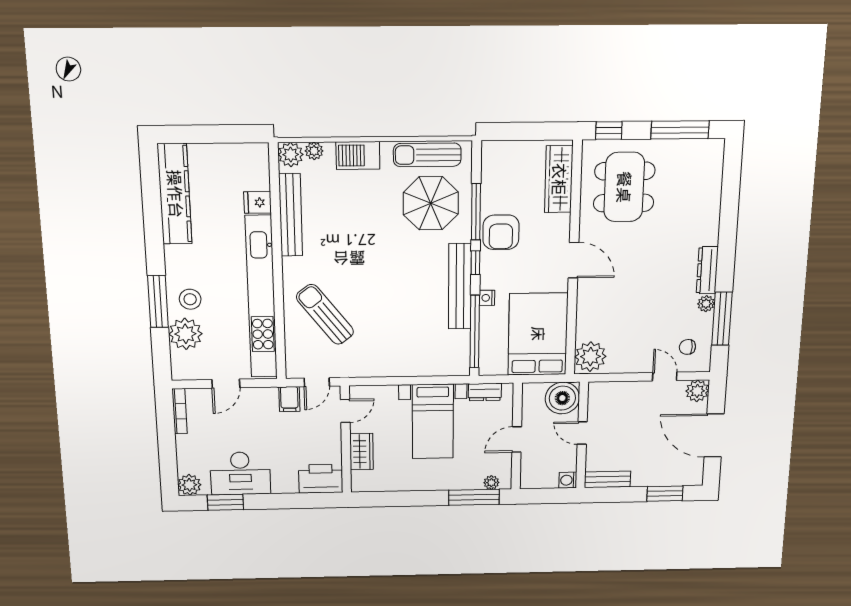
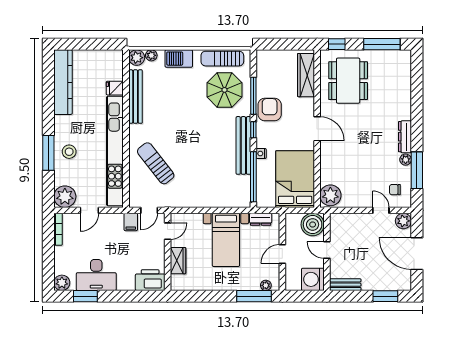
armchair: (501, 232) -> (270, 109), turned 180
plant: (185, 334) -> (65, 197), moved
washing machine: (568, 480) -> (313, 279), width x1.89, depth x1.89

